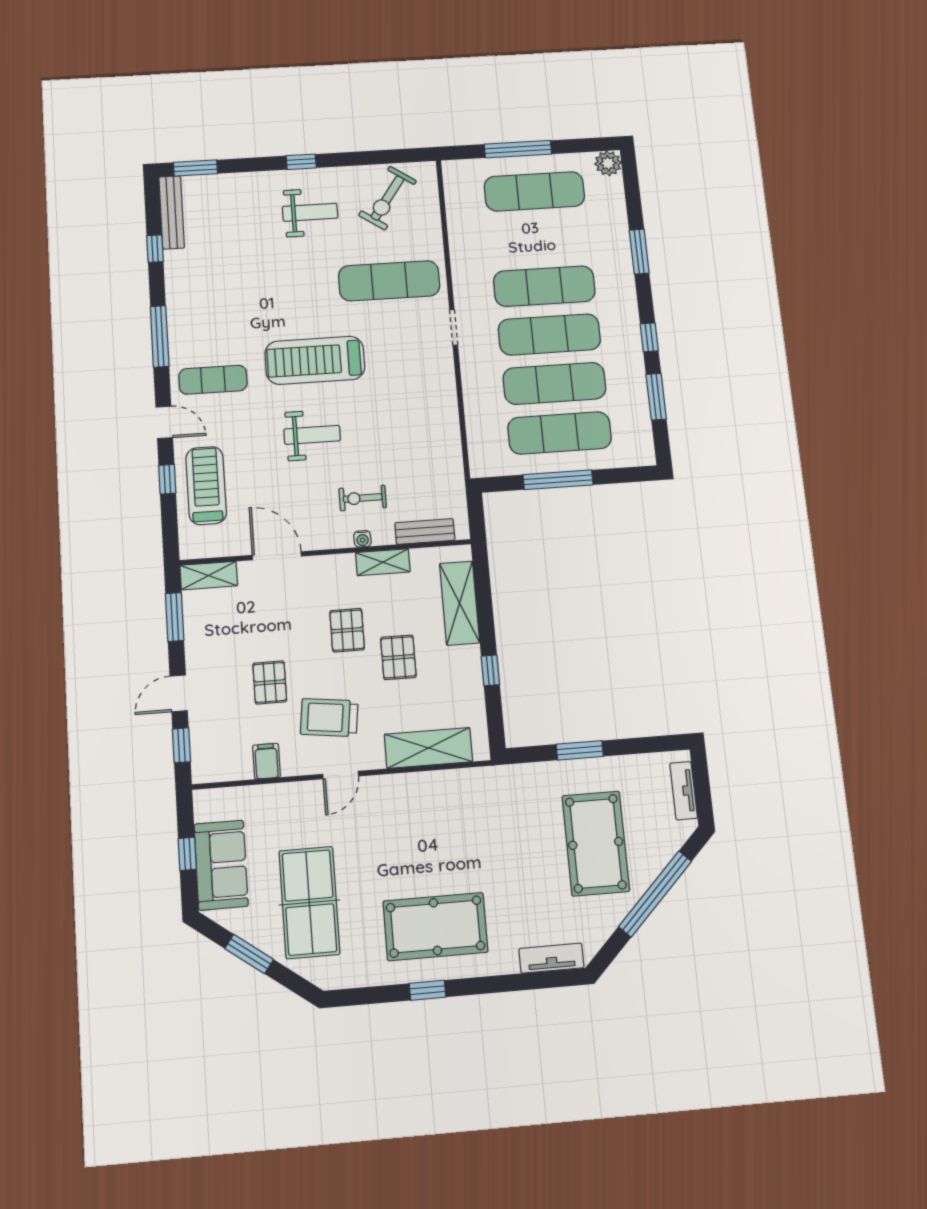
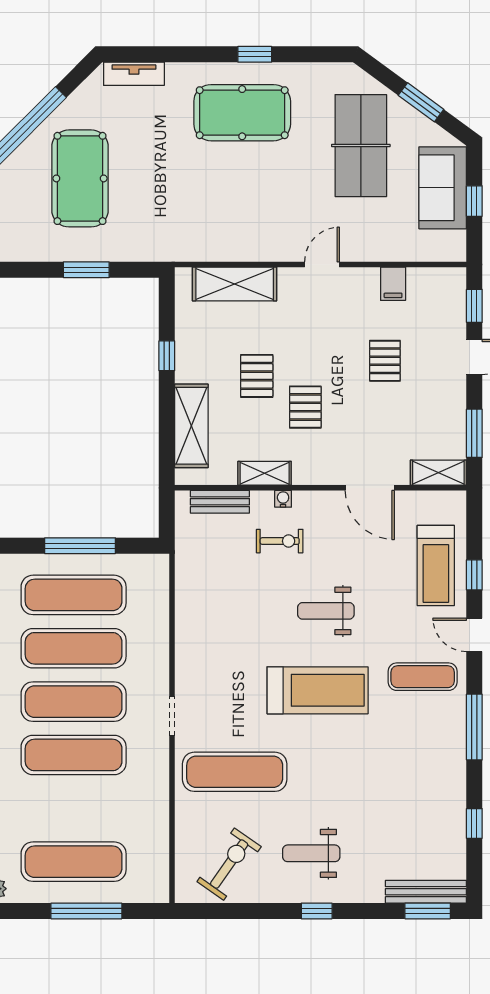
bench: (172, 212) -> (426, 892), moved, turned 90
trolley: (329, 718) -> (329, 322), removed

